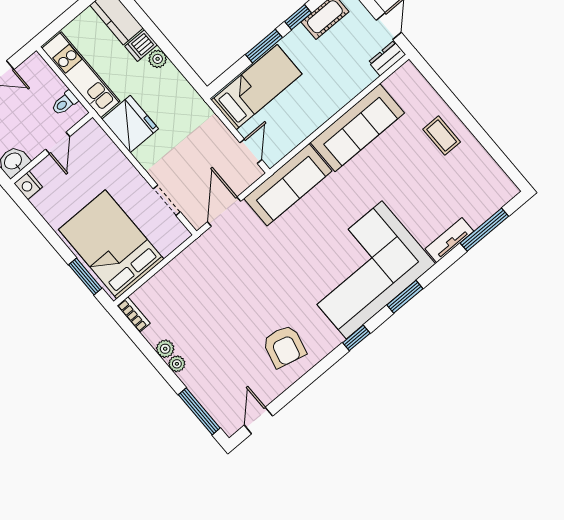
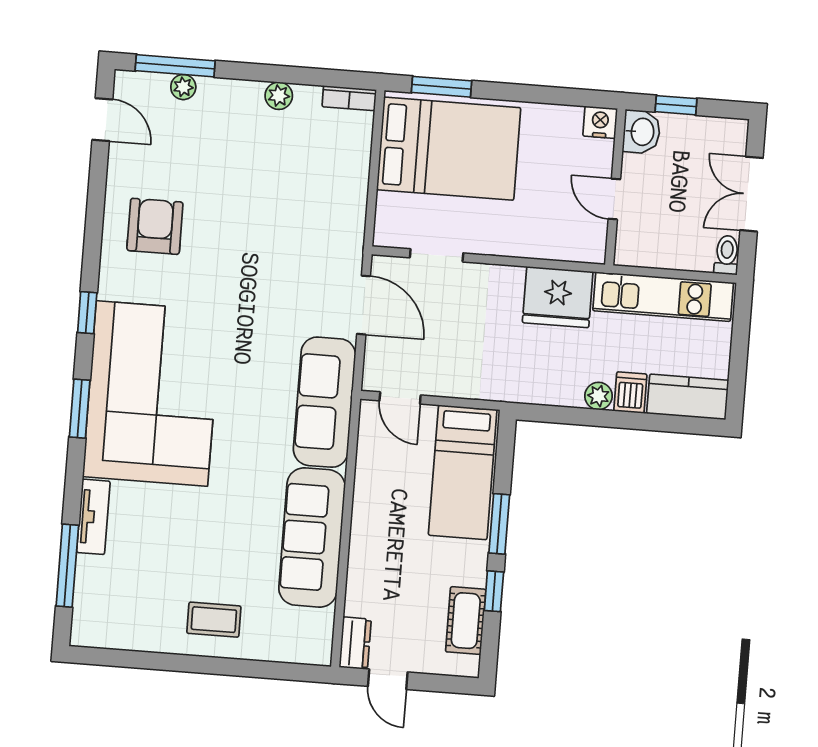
toilet: (65, 103) -> (727, 255), moved
armchair: (284, 346) -> (155, 226), turned 76
plant: (177, 364) -> (183, 87), moved

